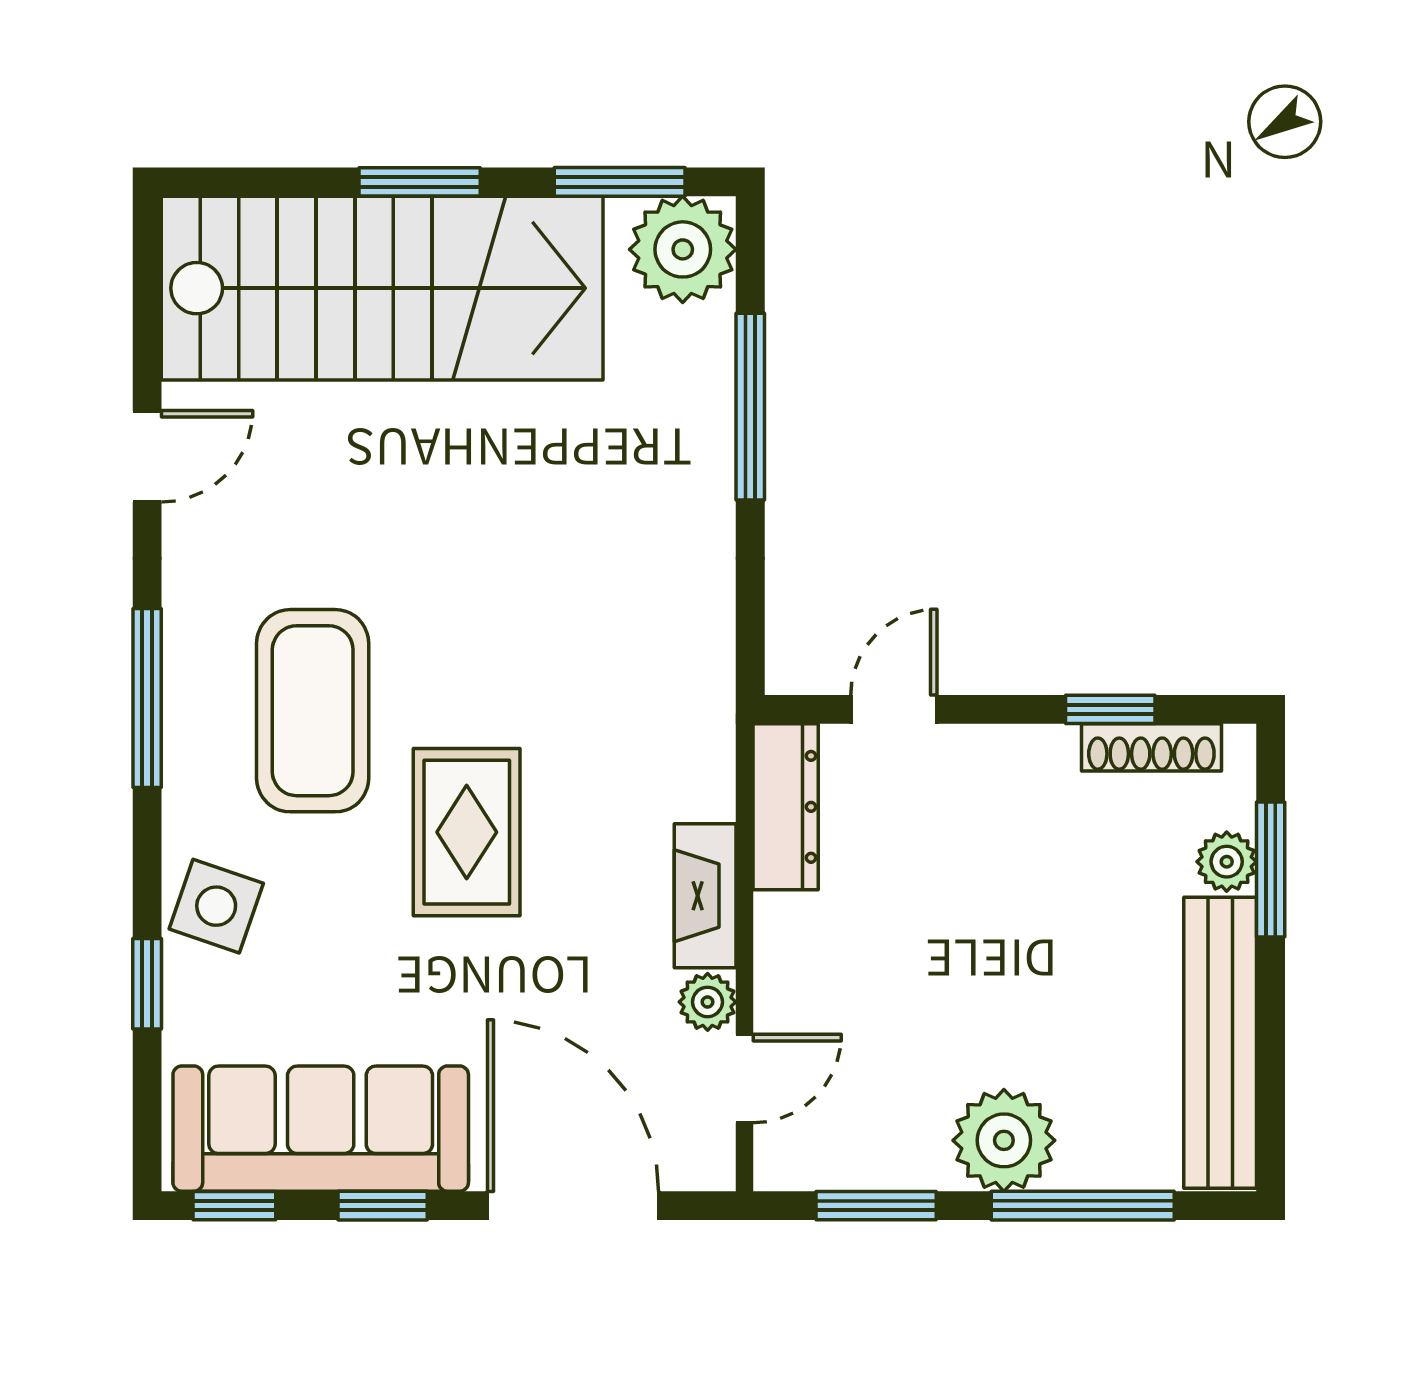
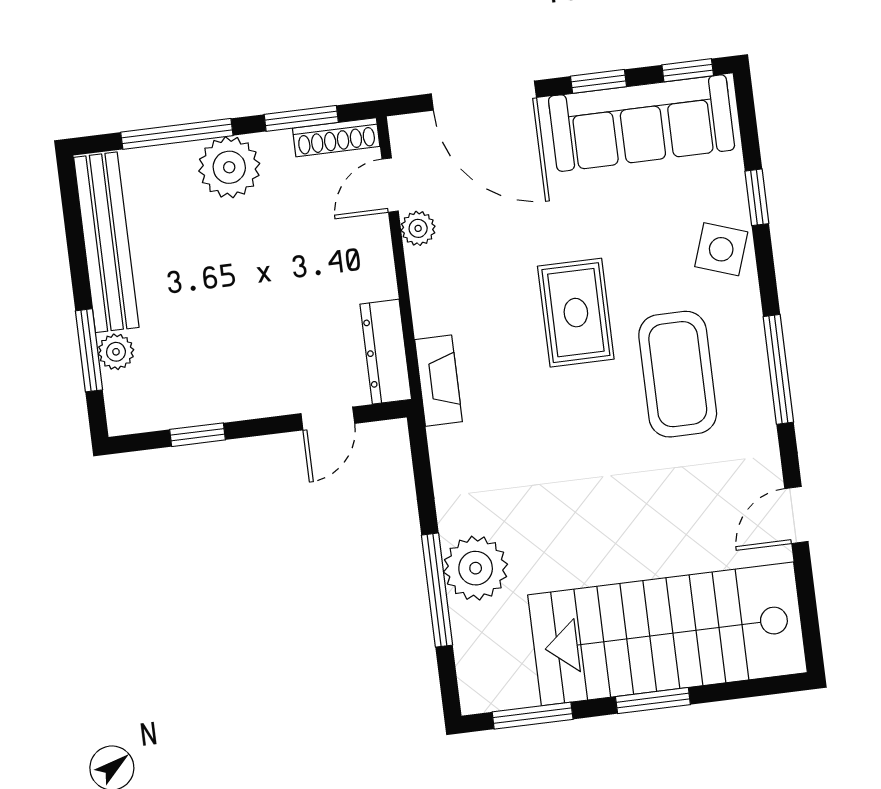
plant: (683, 249) -> (476, 568), moved
shoe rack: (1151, 747) -> (336, 137), moved, turned 180
fireplace: (705, 896) -> (438, 381), moved

